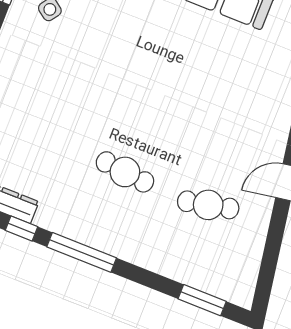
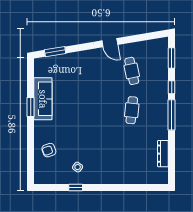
window: (21, 229) -> (172, 87), moved

